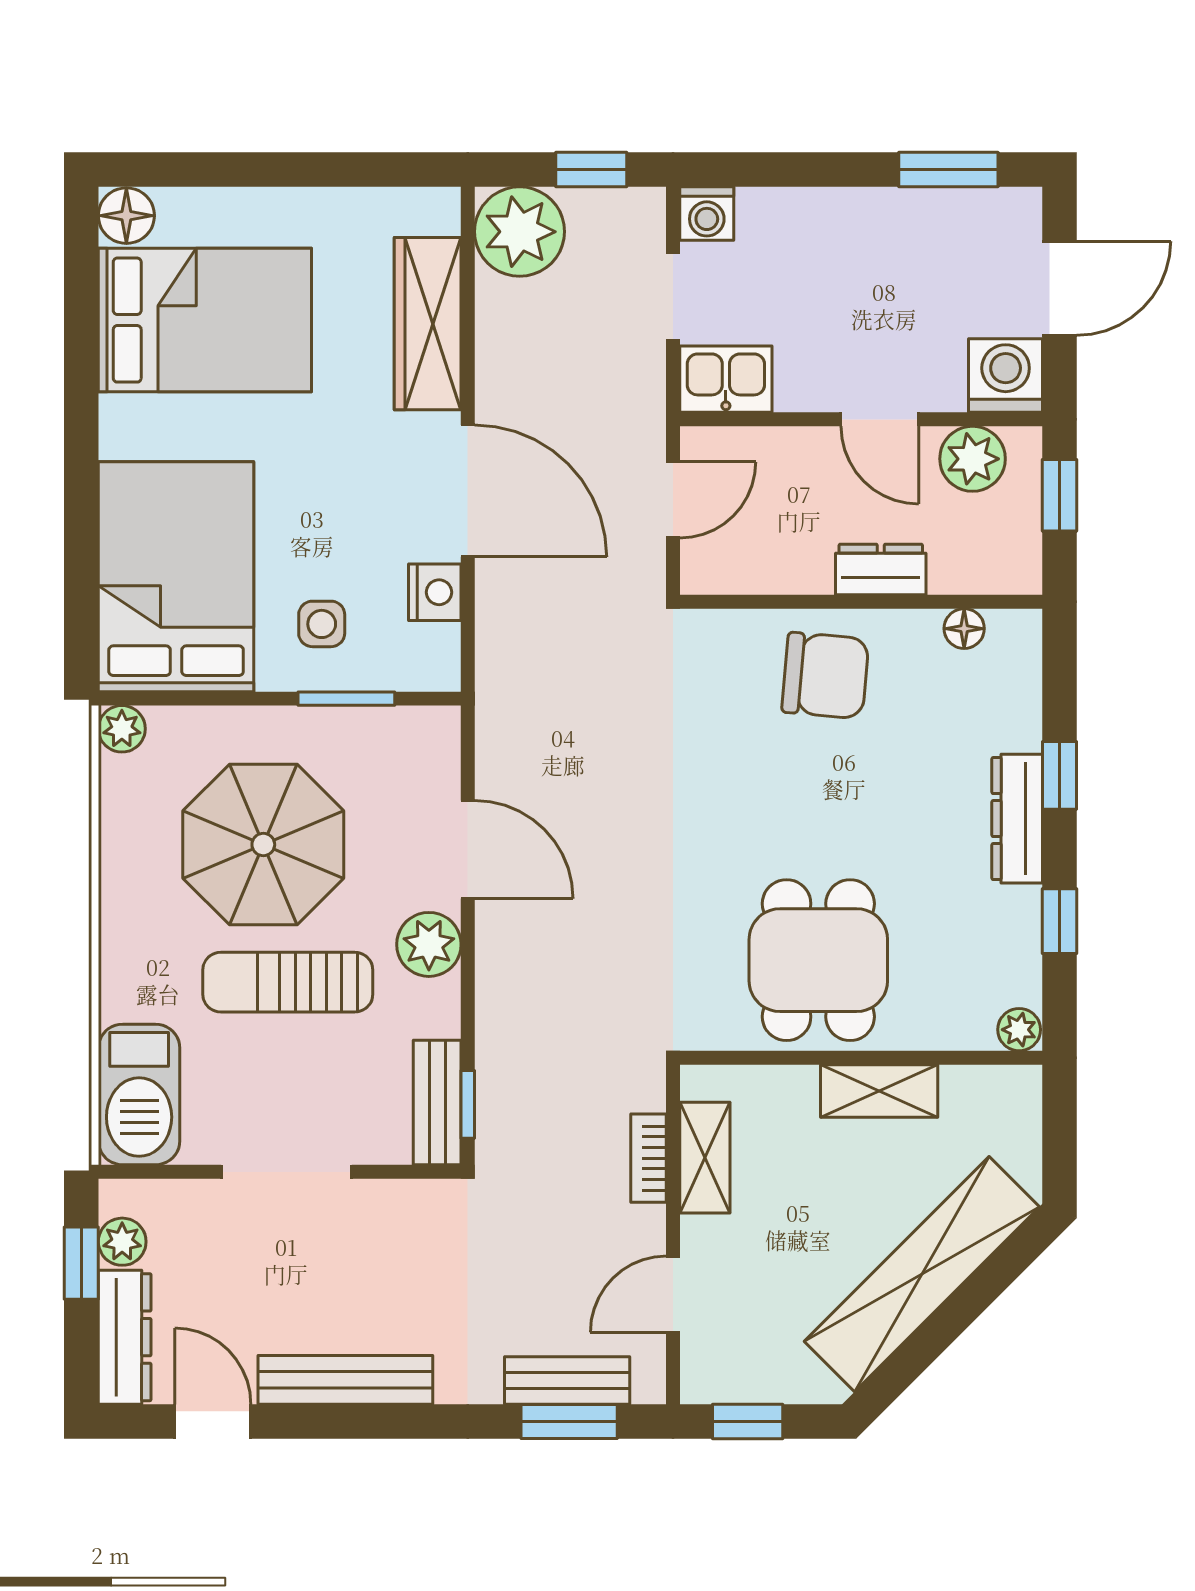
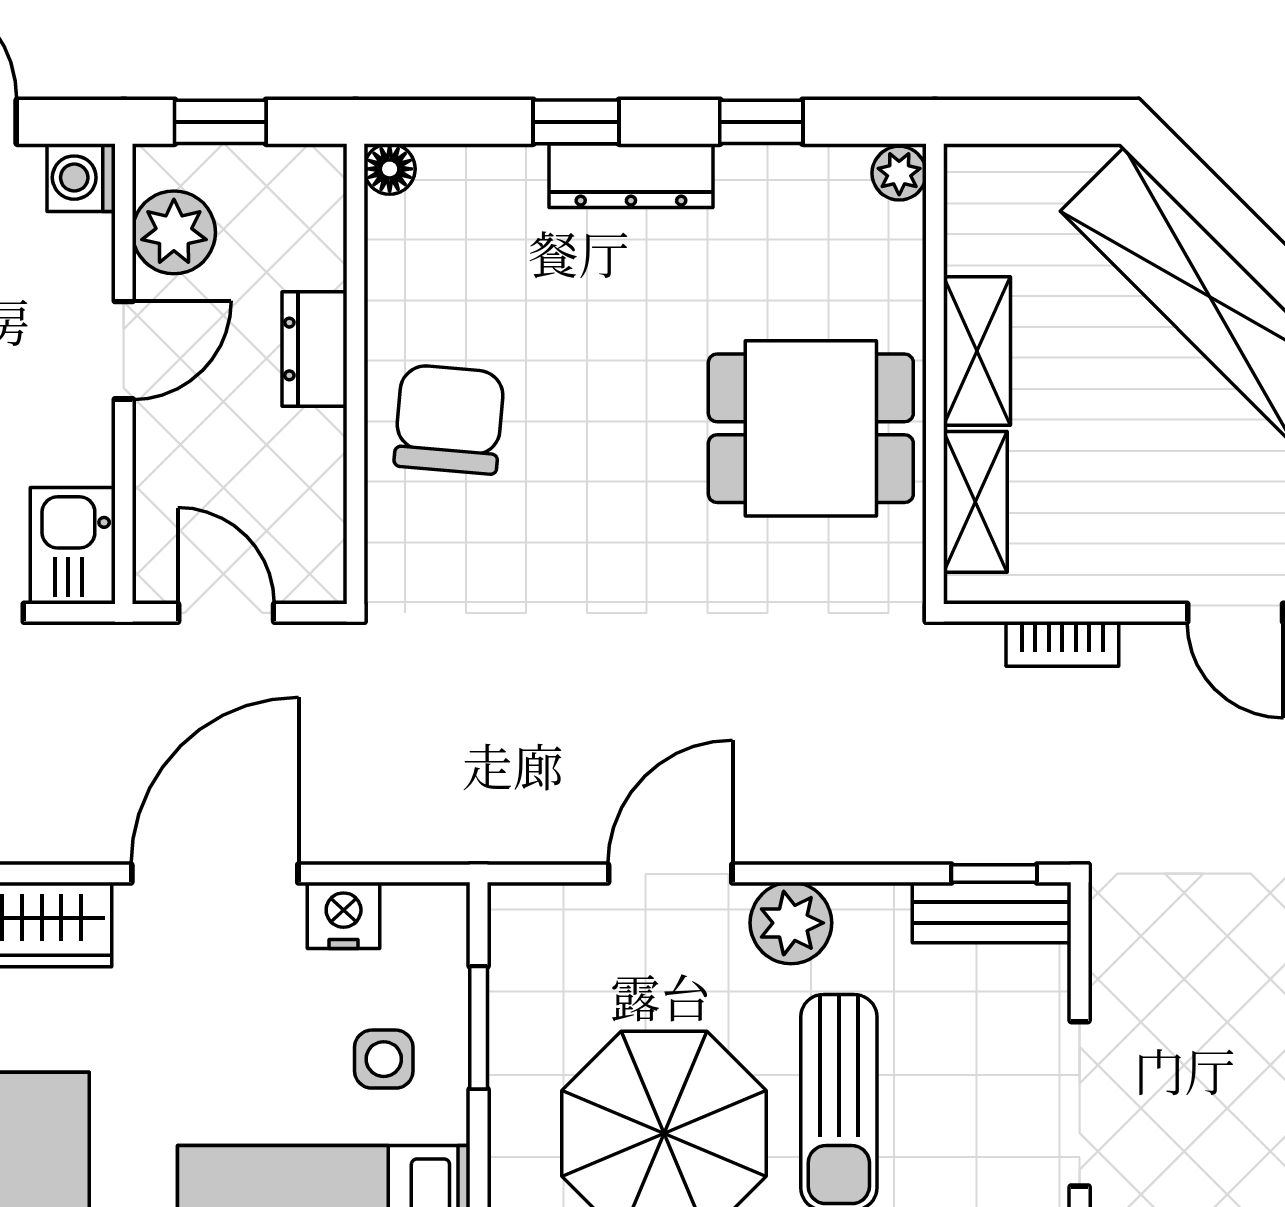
washing machine: (1006, 376) -> (81, 178), width x0.73, depth x0.73
floor lamp: (964, 629) -> (390, 169), moved
shelving: (705, 1158) -> (975, 502), moved, turned 90

